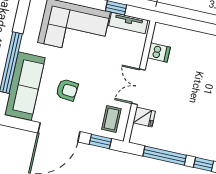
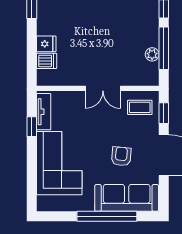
dishwasher: (159, 52) -> (47, 61), moved, turned 90
fridge: (144, 117) -> (46, 44), moved, turned 90
plant: (161, 143) -> (152, 54), added

